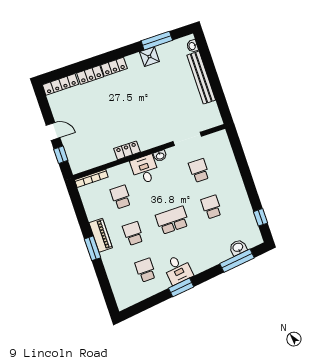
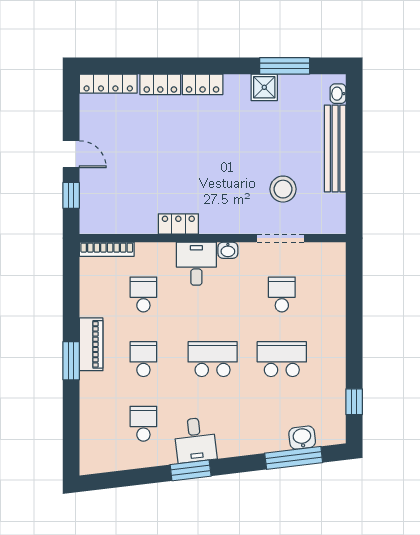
stool: (180, 111) -> (283, 189), added
school desk: (211, 207) -> (282, 359), width x1.85

